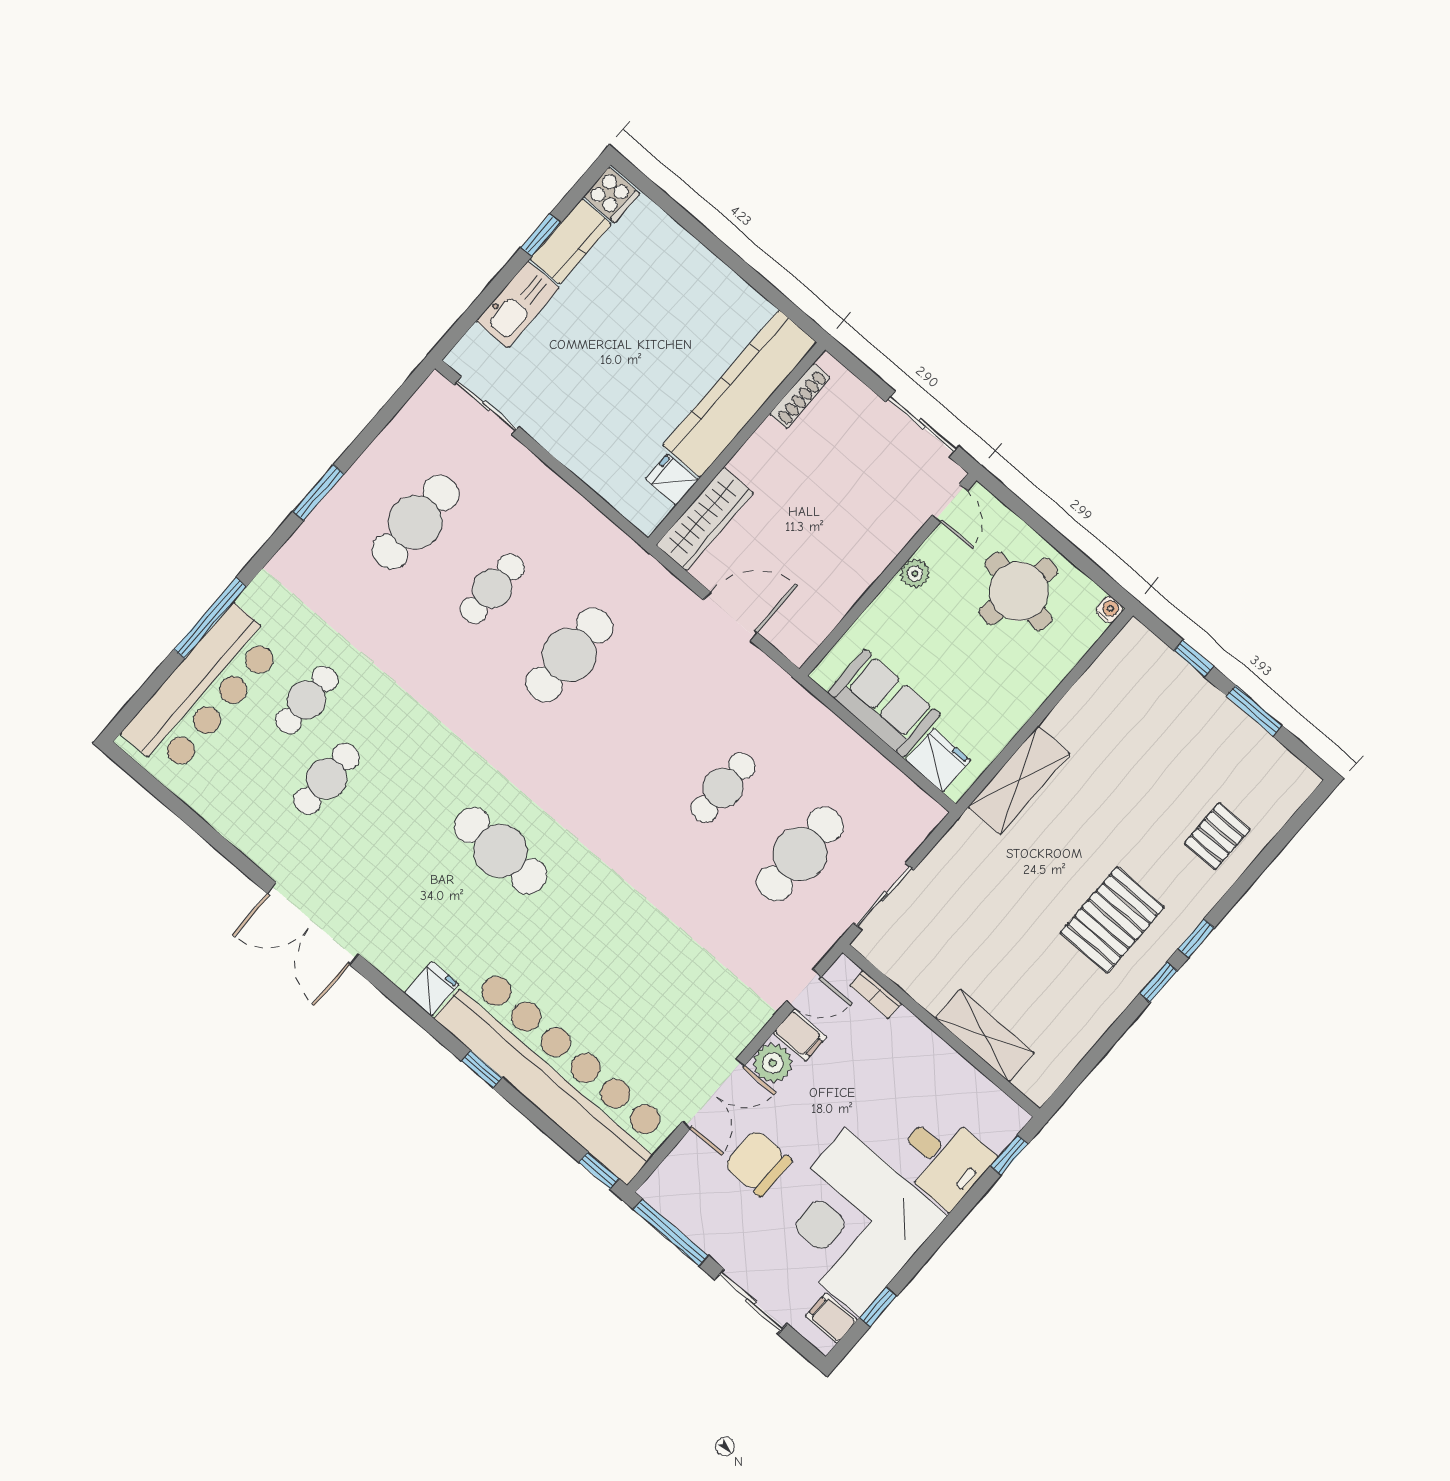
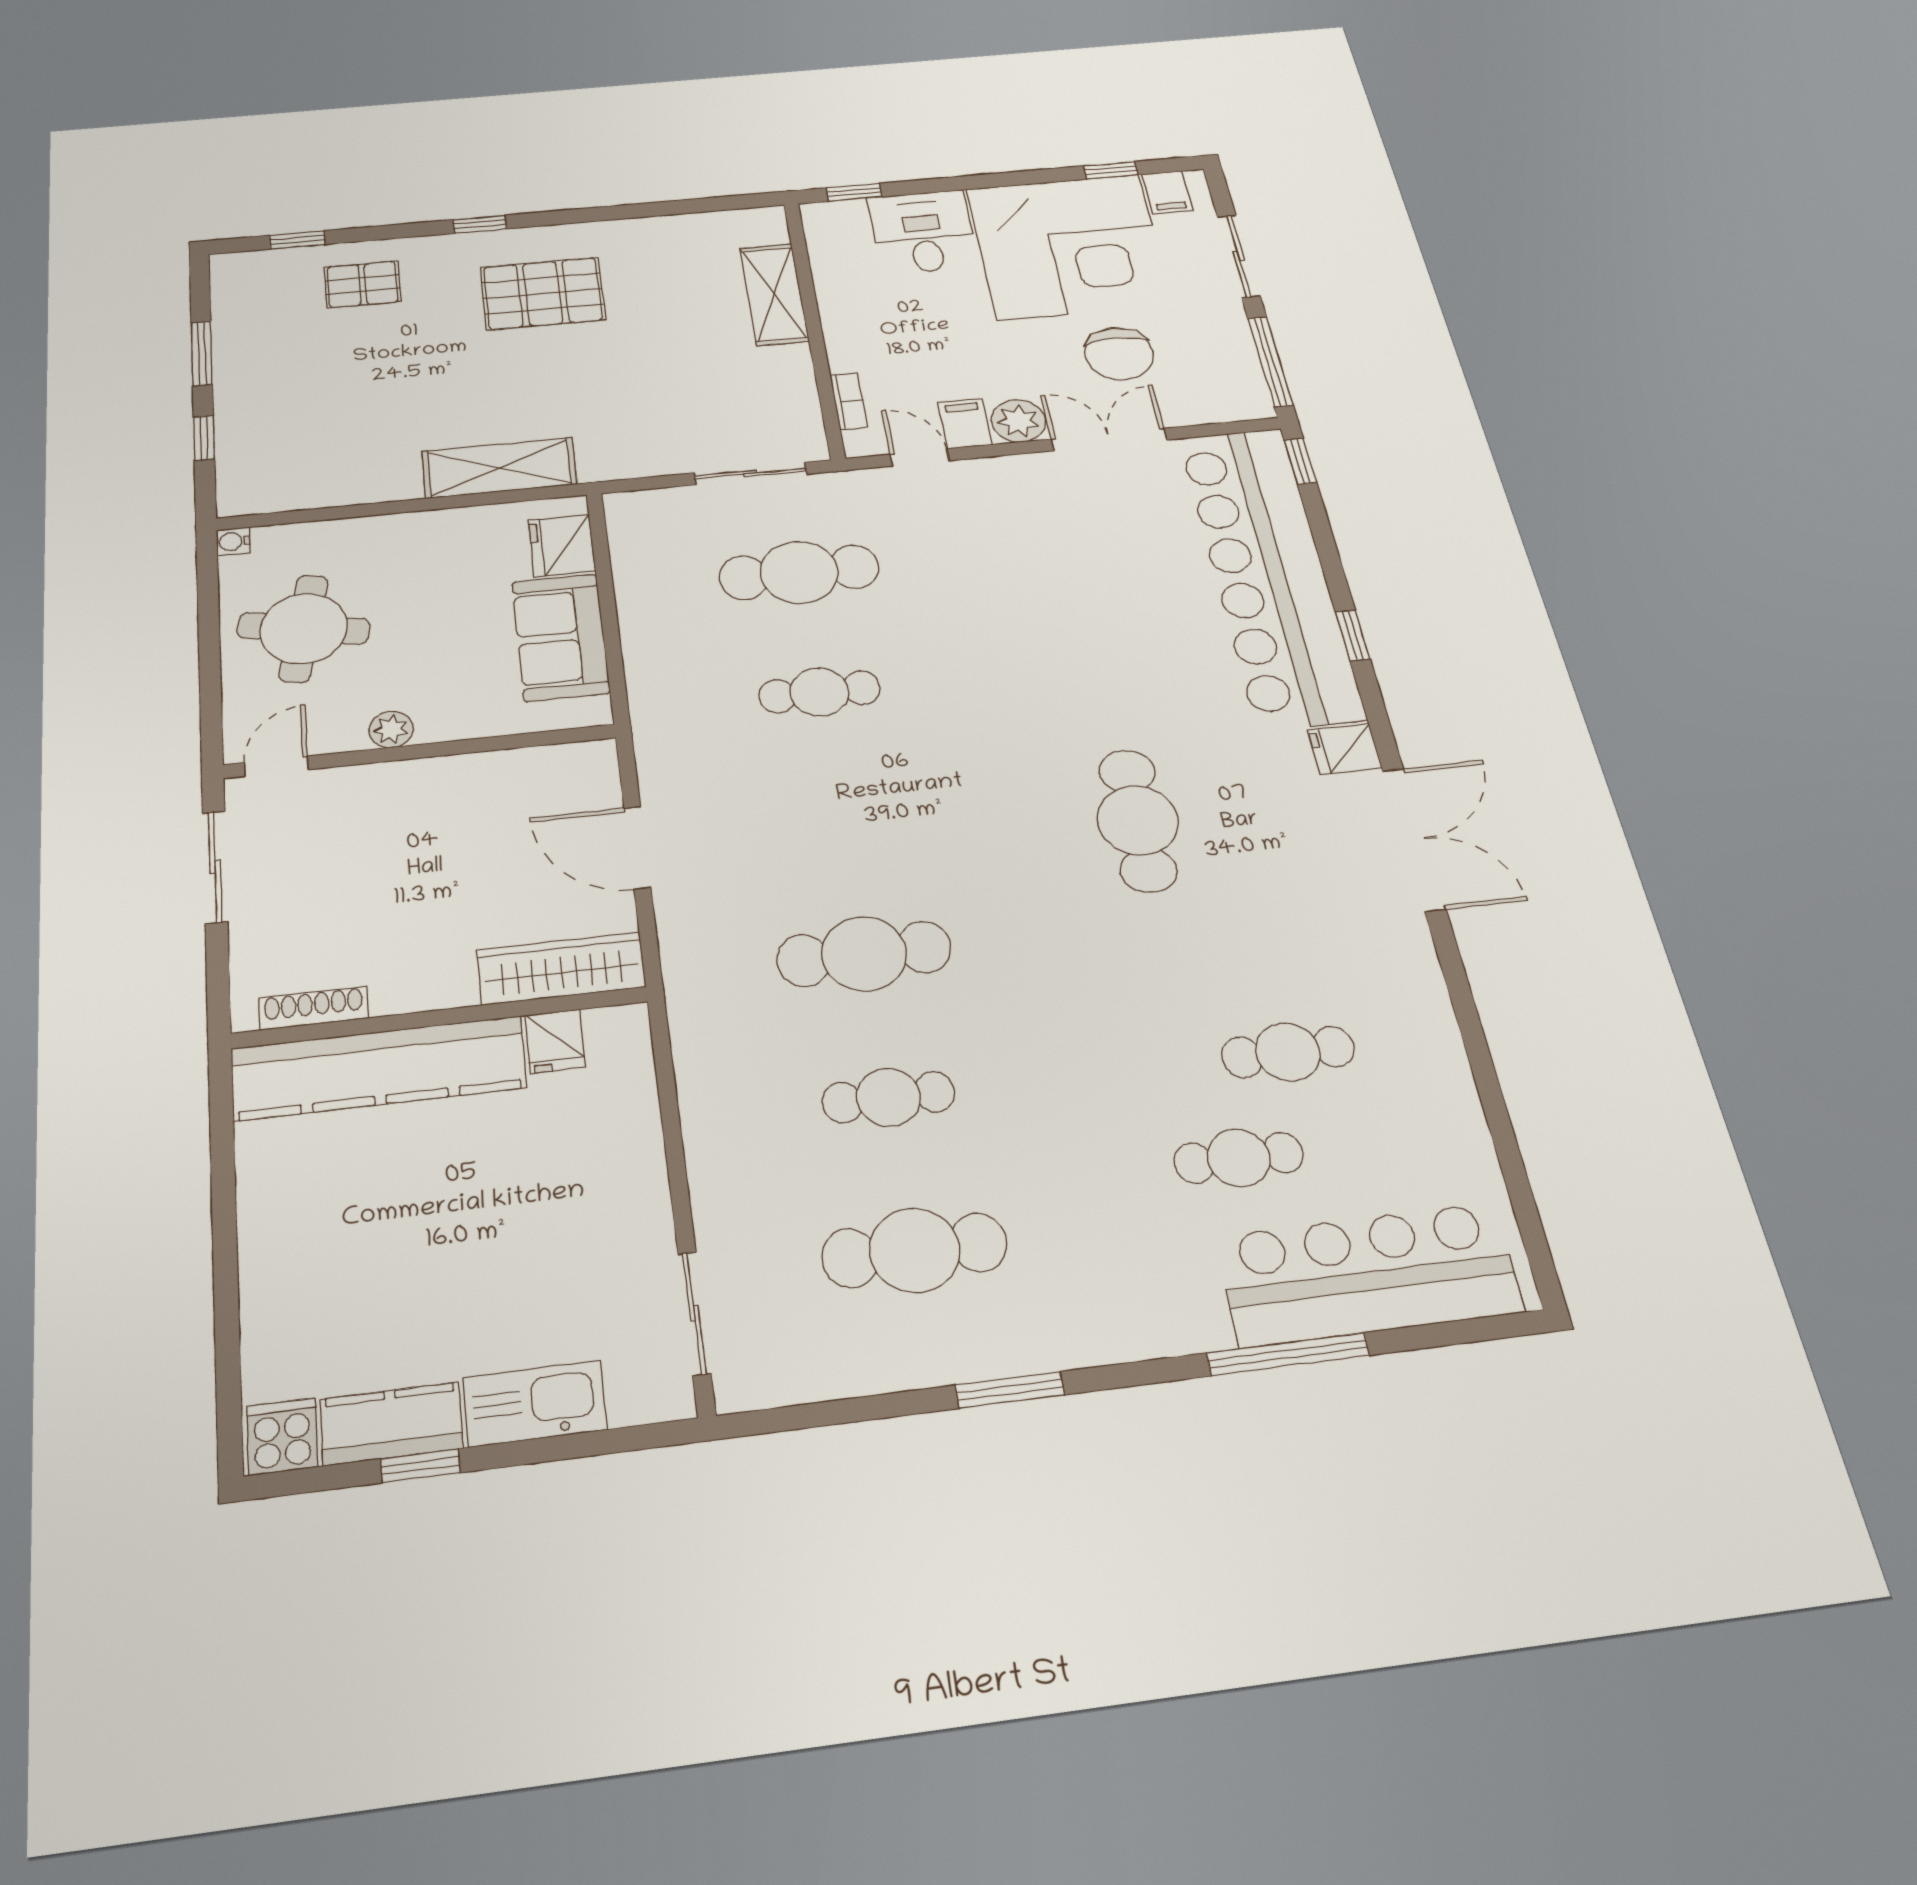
double door: (313, 924) -> (1414, 839), moved
window: (1158, 982) -> (297, 240), moved

